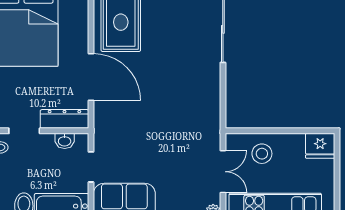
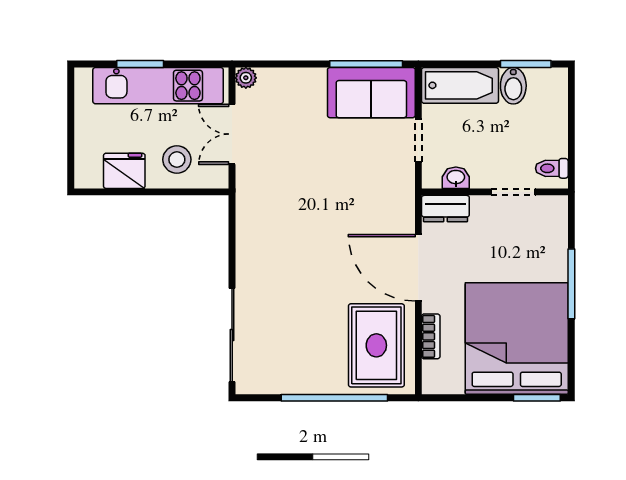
bookcase: (82, 28) -> (431, 336), added
dresser: (64, 119) -> (445, 209), width x0.70
fridge: (320, 146) -> (124, 171), moved

